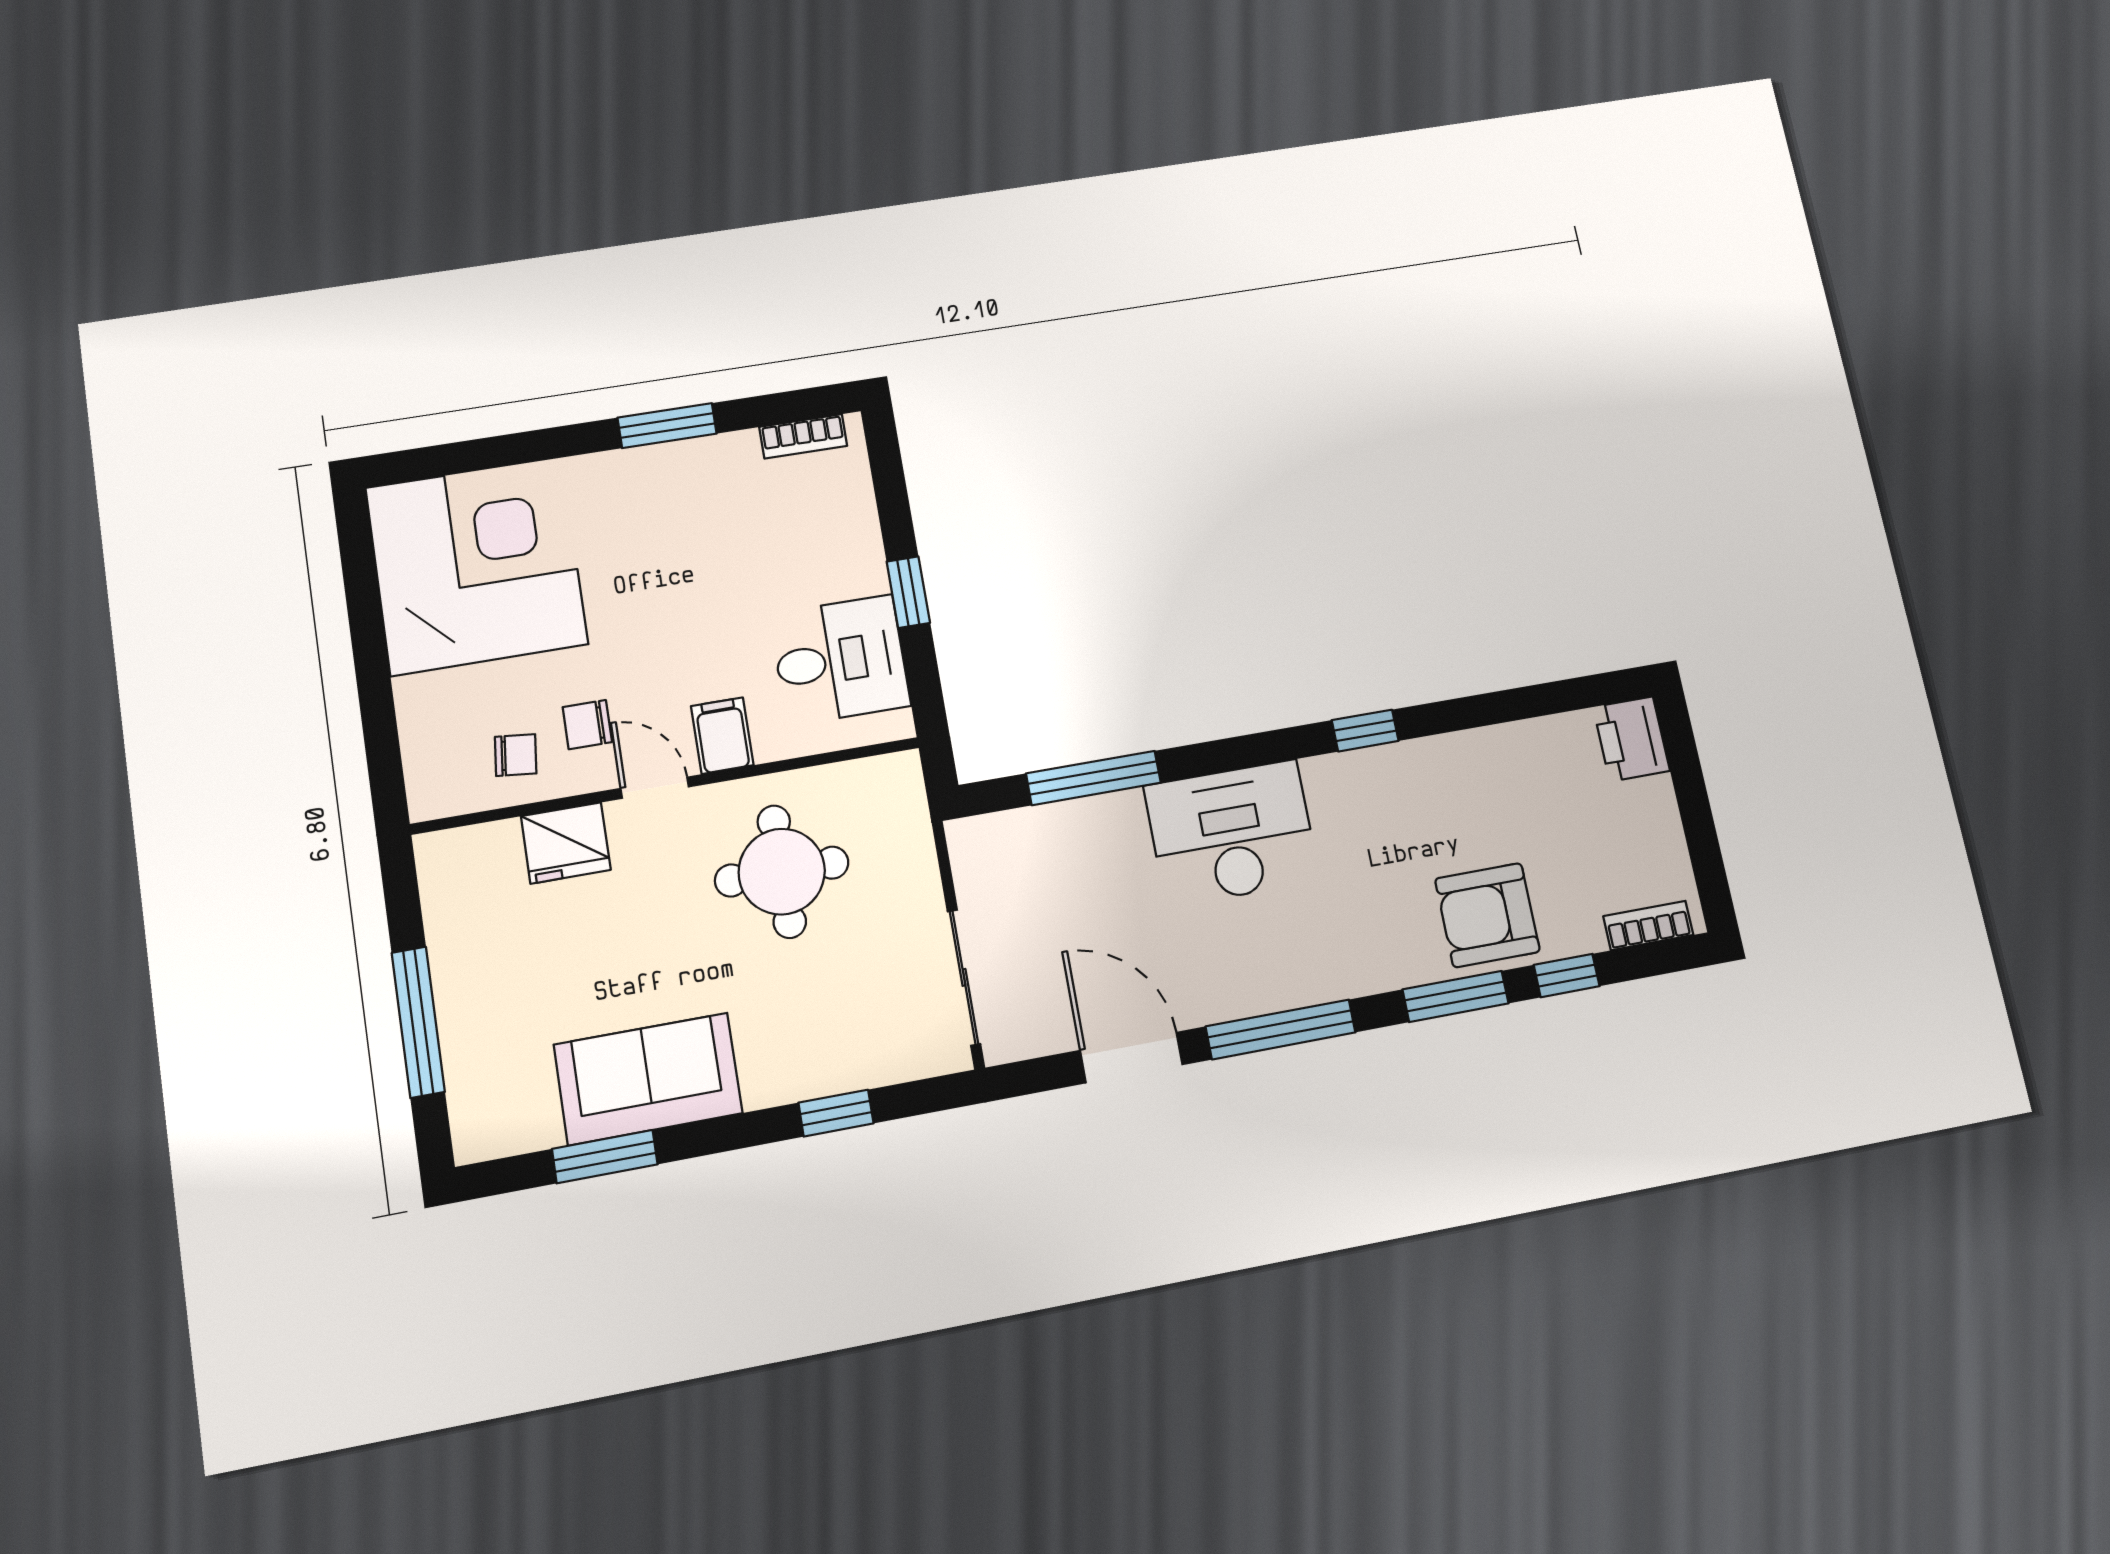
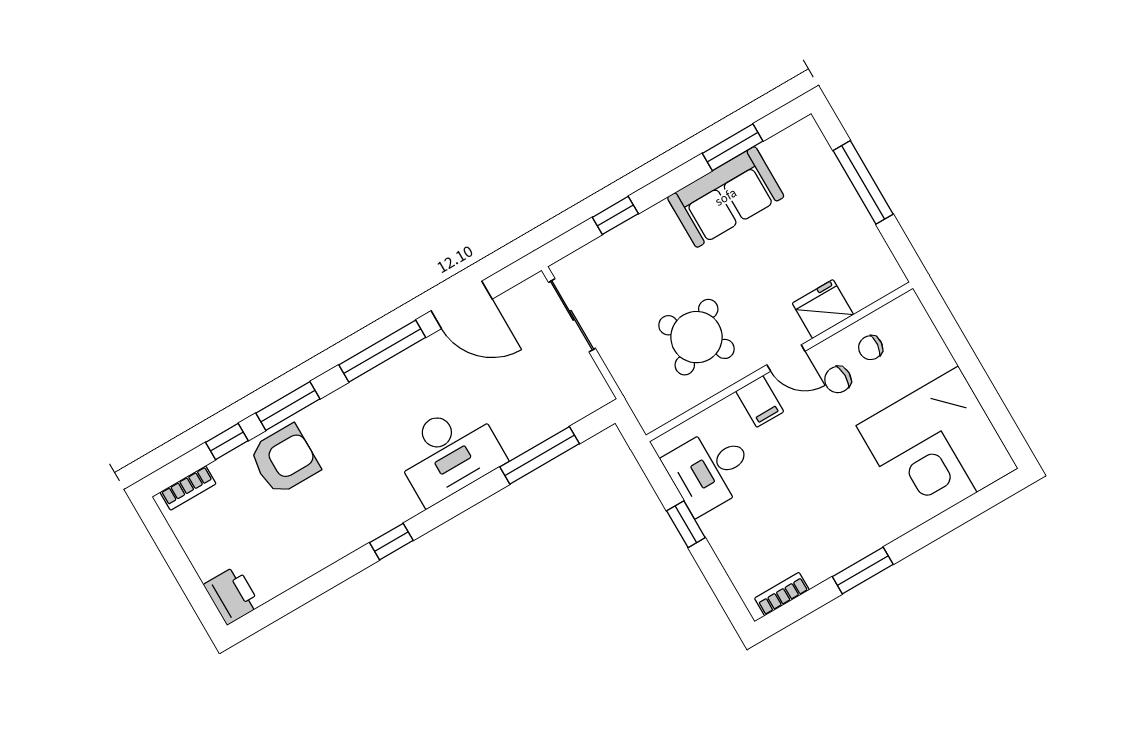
chair: (587, 725) -> (838, 380), turned 180
round table: (782, 872) -> (696, 337), turned -37

